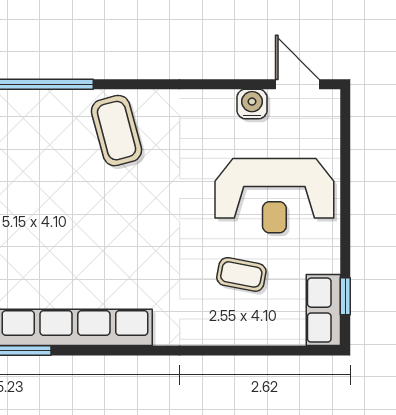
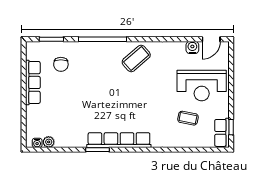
door: (297, 84) -> (211, 39), swing flipped
coffee table: (116, 131) -> (136, 58), turned 64

